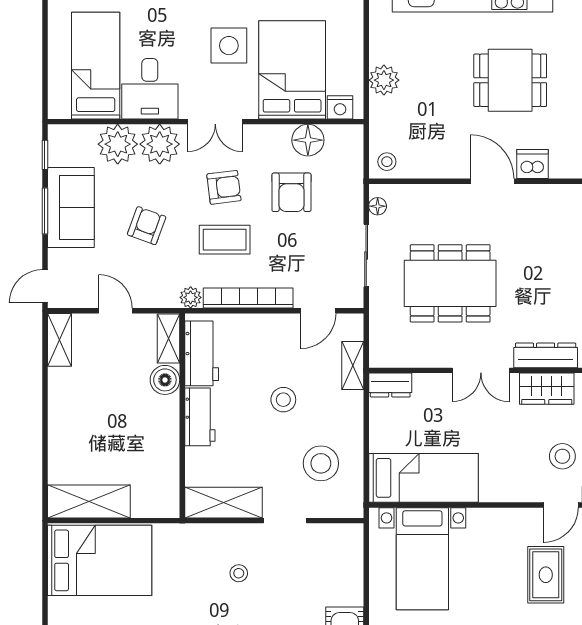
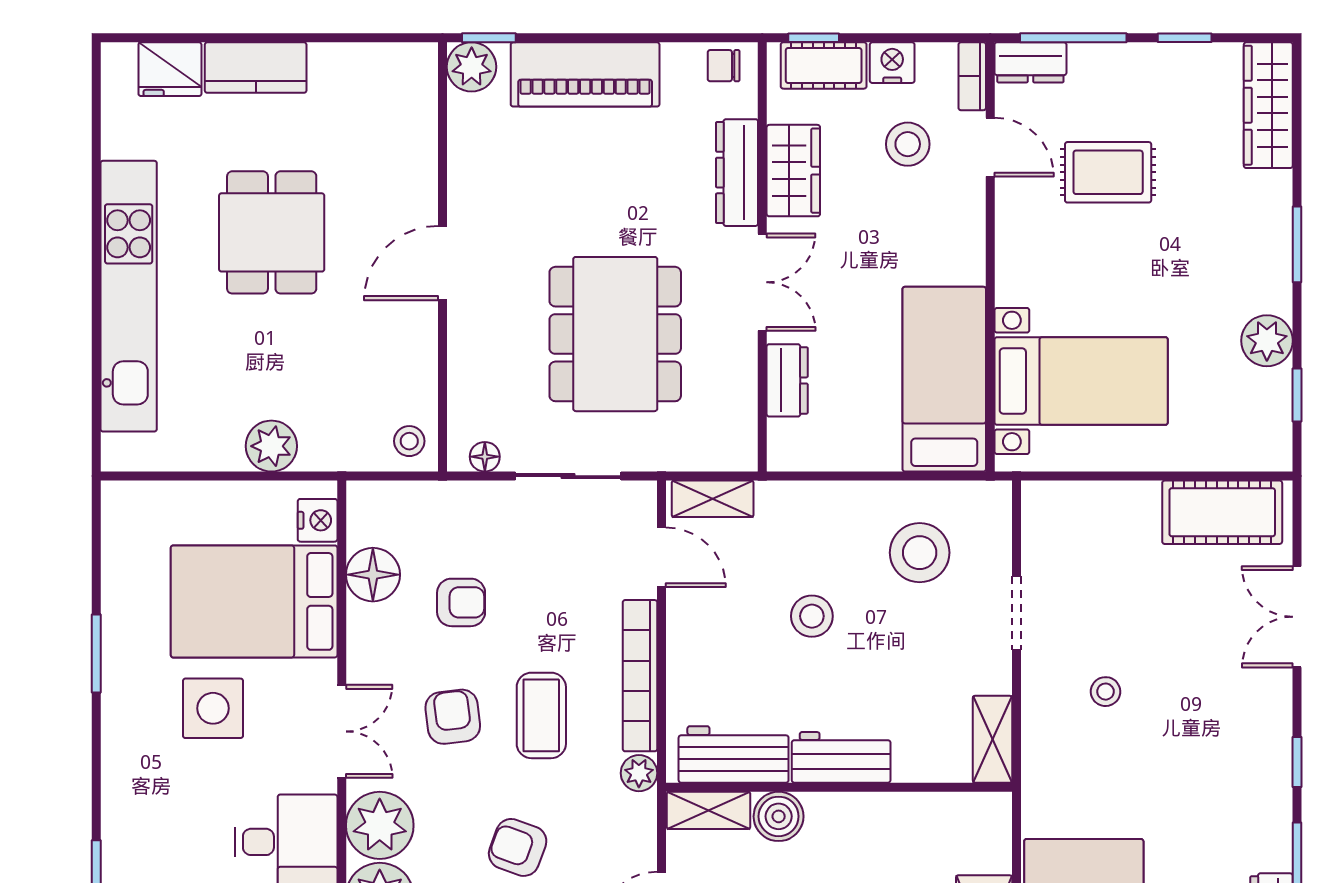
dishwasher: (532, 164) -> (413, 195), removed
armchair: (291, 192) -> (461, 602), width x0.72, depth x0.72
shelving: (353, 366) -> (713, 499), moved
dresser: (390, 385) -> (787, 380), moved
shelving: (223, 503) -> (993, 739), width x0.67, depth x0.75

